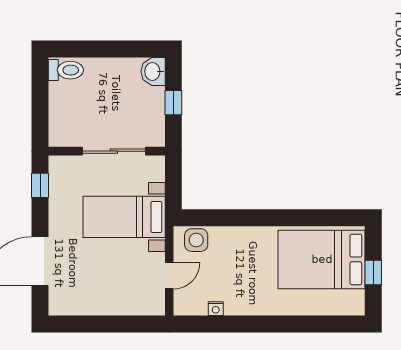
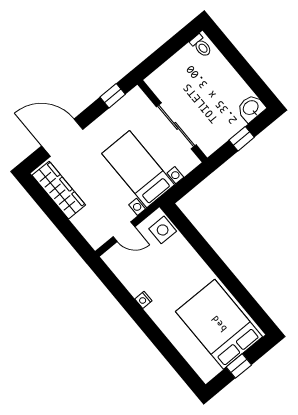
toilet: (66, 70) -> (201, 46), width x0.73, depth x0.72
wardrobe: (84, 303) -> (59, 190), added
nightstand: (216, 309) -> (143, 300), moved

